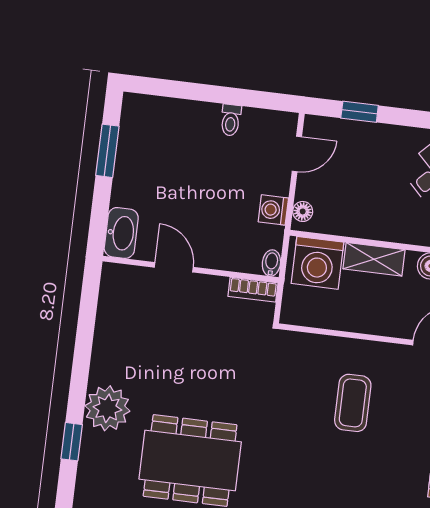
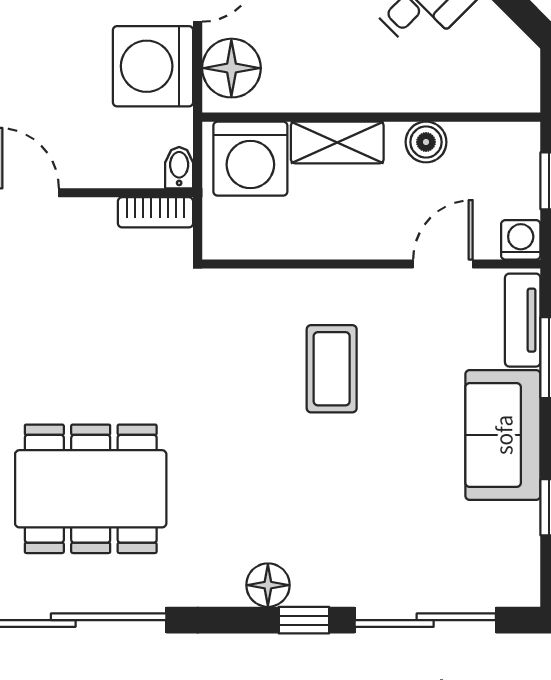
washing machine: (273, 210) -> (153, 66), width x1.89, depth x1.89
floor lamp: (303, 211) -> (231, 68), width x1.89, depth x1.89

